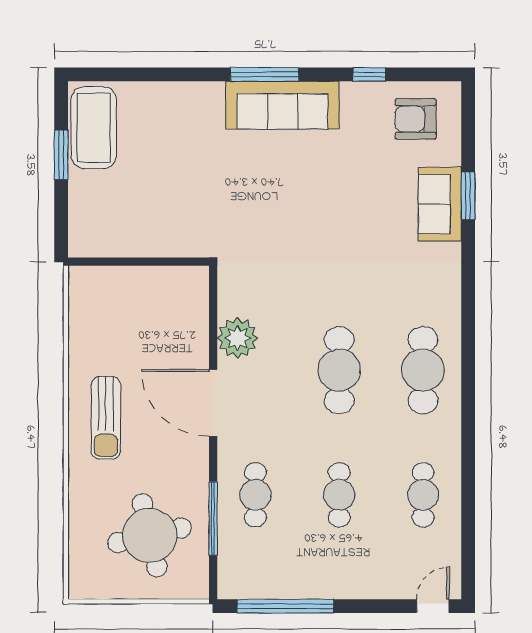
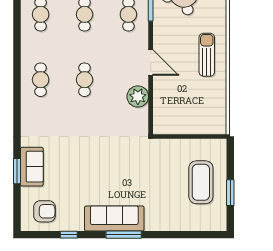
coffee table: (94, 128) -> (201, 182), moved
cafe table: (339, 370) -> (85, 80), width x0.73, depth x0.74
cafe table: (423, 370) -> (41, 80), width x0.73, depth x0.74
door: (213, 403) -> (151, 63), width x0.73

